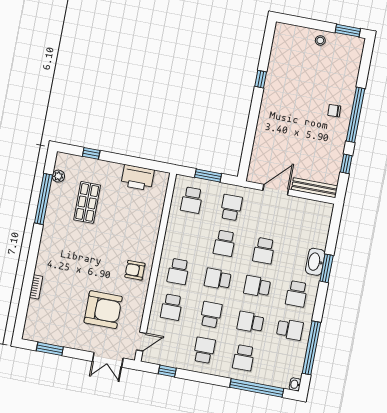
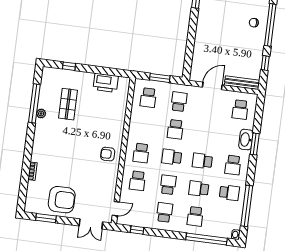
plant: (58, 176) -> (41, 114), moved
school desk: (264, 251) -> (240, 110), moved
armchair: (103, 310) -> (62, 200), moved

